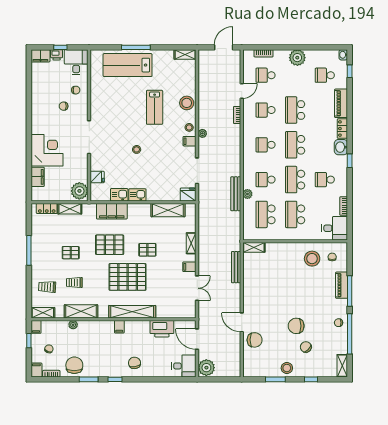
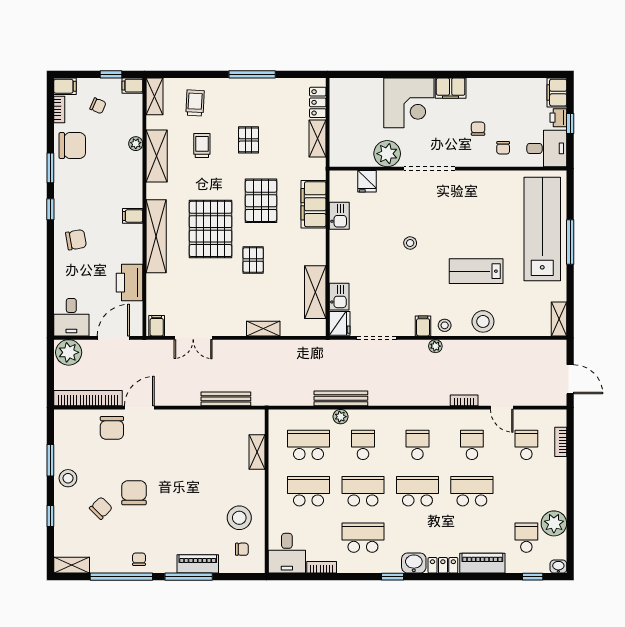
plant: (297, 58) -> (554, 523), moved
lab bench: (128, 65) -> (542, 229), width x1.36
filing cabinet: (38, 177) -> (451, 88), moved
school desk: (325, 180) -> (363, 538), width x1.85
plant: (79, 191) -> (387, 154), moved
kitchen sink: (137, 195) -> (339, 297), moved
shelving: (254, 247) -> (257, 452), moved
filing cabinet: (189, 267) -> (157, 326), moved
bookcase: (236, 355) -> (88, 398), added

